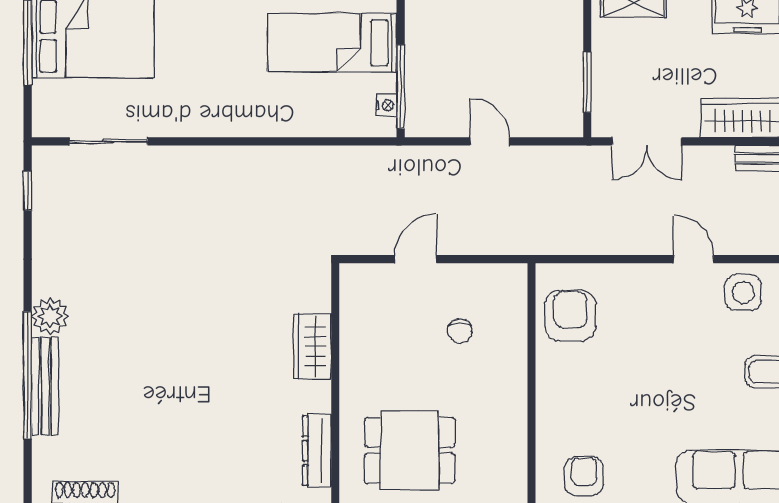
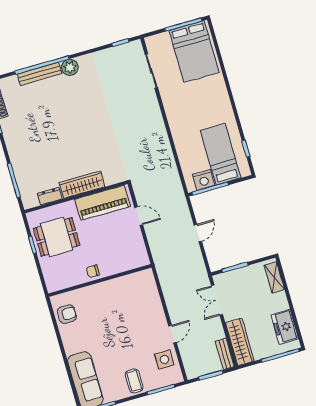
nightstand: (386, 105) -> (204, 180), width x1.89, depth x1.79
armchair: (571, 316) -> (134, 289), removed
piano: (364, 329) -> (103, 203), added
chair: (460, 331) -> (93, 271), moved
wardrobe: (312, 346) -> (82, 185), width x1.50
dining table: (410, 450) -> (57, 237), turned 90
dresser: (317, 451) -> (50, 196), width x0.70

